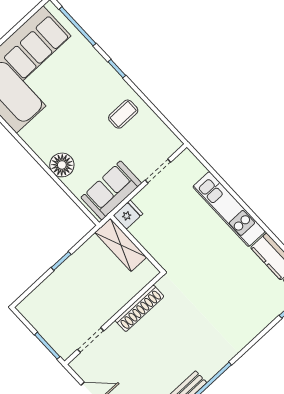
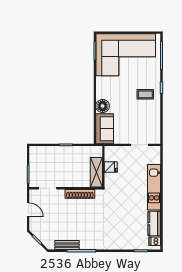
coffee table: (123, 114) -> (145, 94), moved
sofa: (111, 190) -> (105, 129), moved, turned 90
fridge: (128, 215) -> (111, 167), moved
shelving: (121, 245) -> (96, 172), moved

